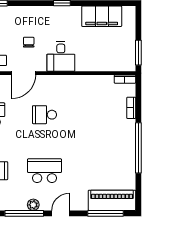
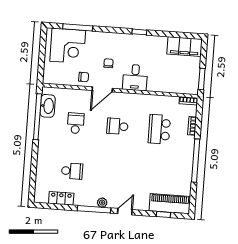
filing cabinet: (102, 16) -> (185, 47), moved
school desk: (45, 171) -> (159, 129), moved, turned -90
window: (105, 213) -> (163, 214), width x0.46

